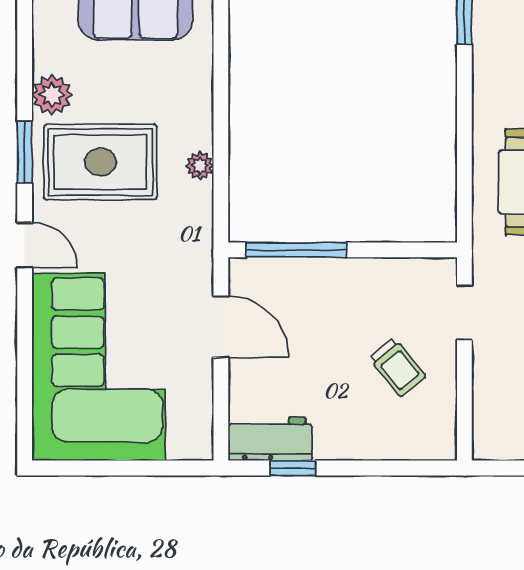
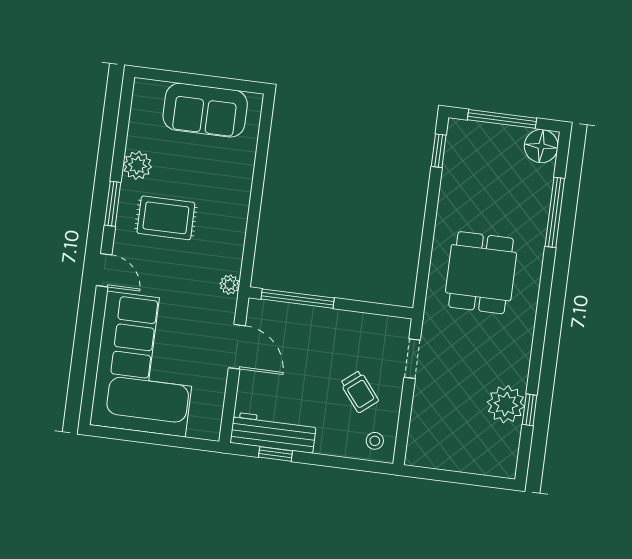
rug: (100, 162) -> (166, 218), width x0.73, depth x0.70
plant: (200, 166) -> (230, 285), moved
stool: (427, 432) -> (375, 441), added
workbench: (270, 439) -> (273, 433), width x1.37

